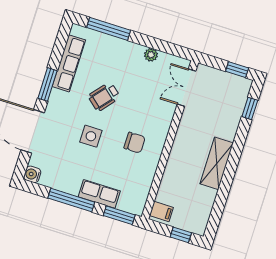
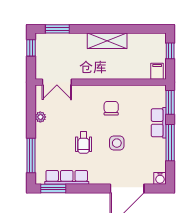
window: (47, 84) -> (53, 189), moved
wheelchair: (104, 97) -> (84, 142), turned 50
window: (250, 108) -> (57, 29), width x1.50

